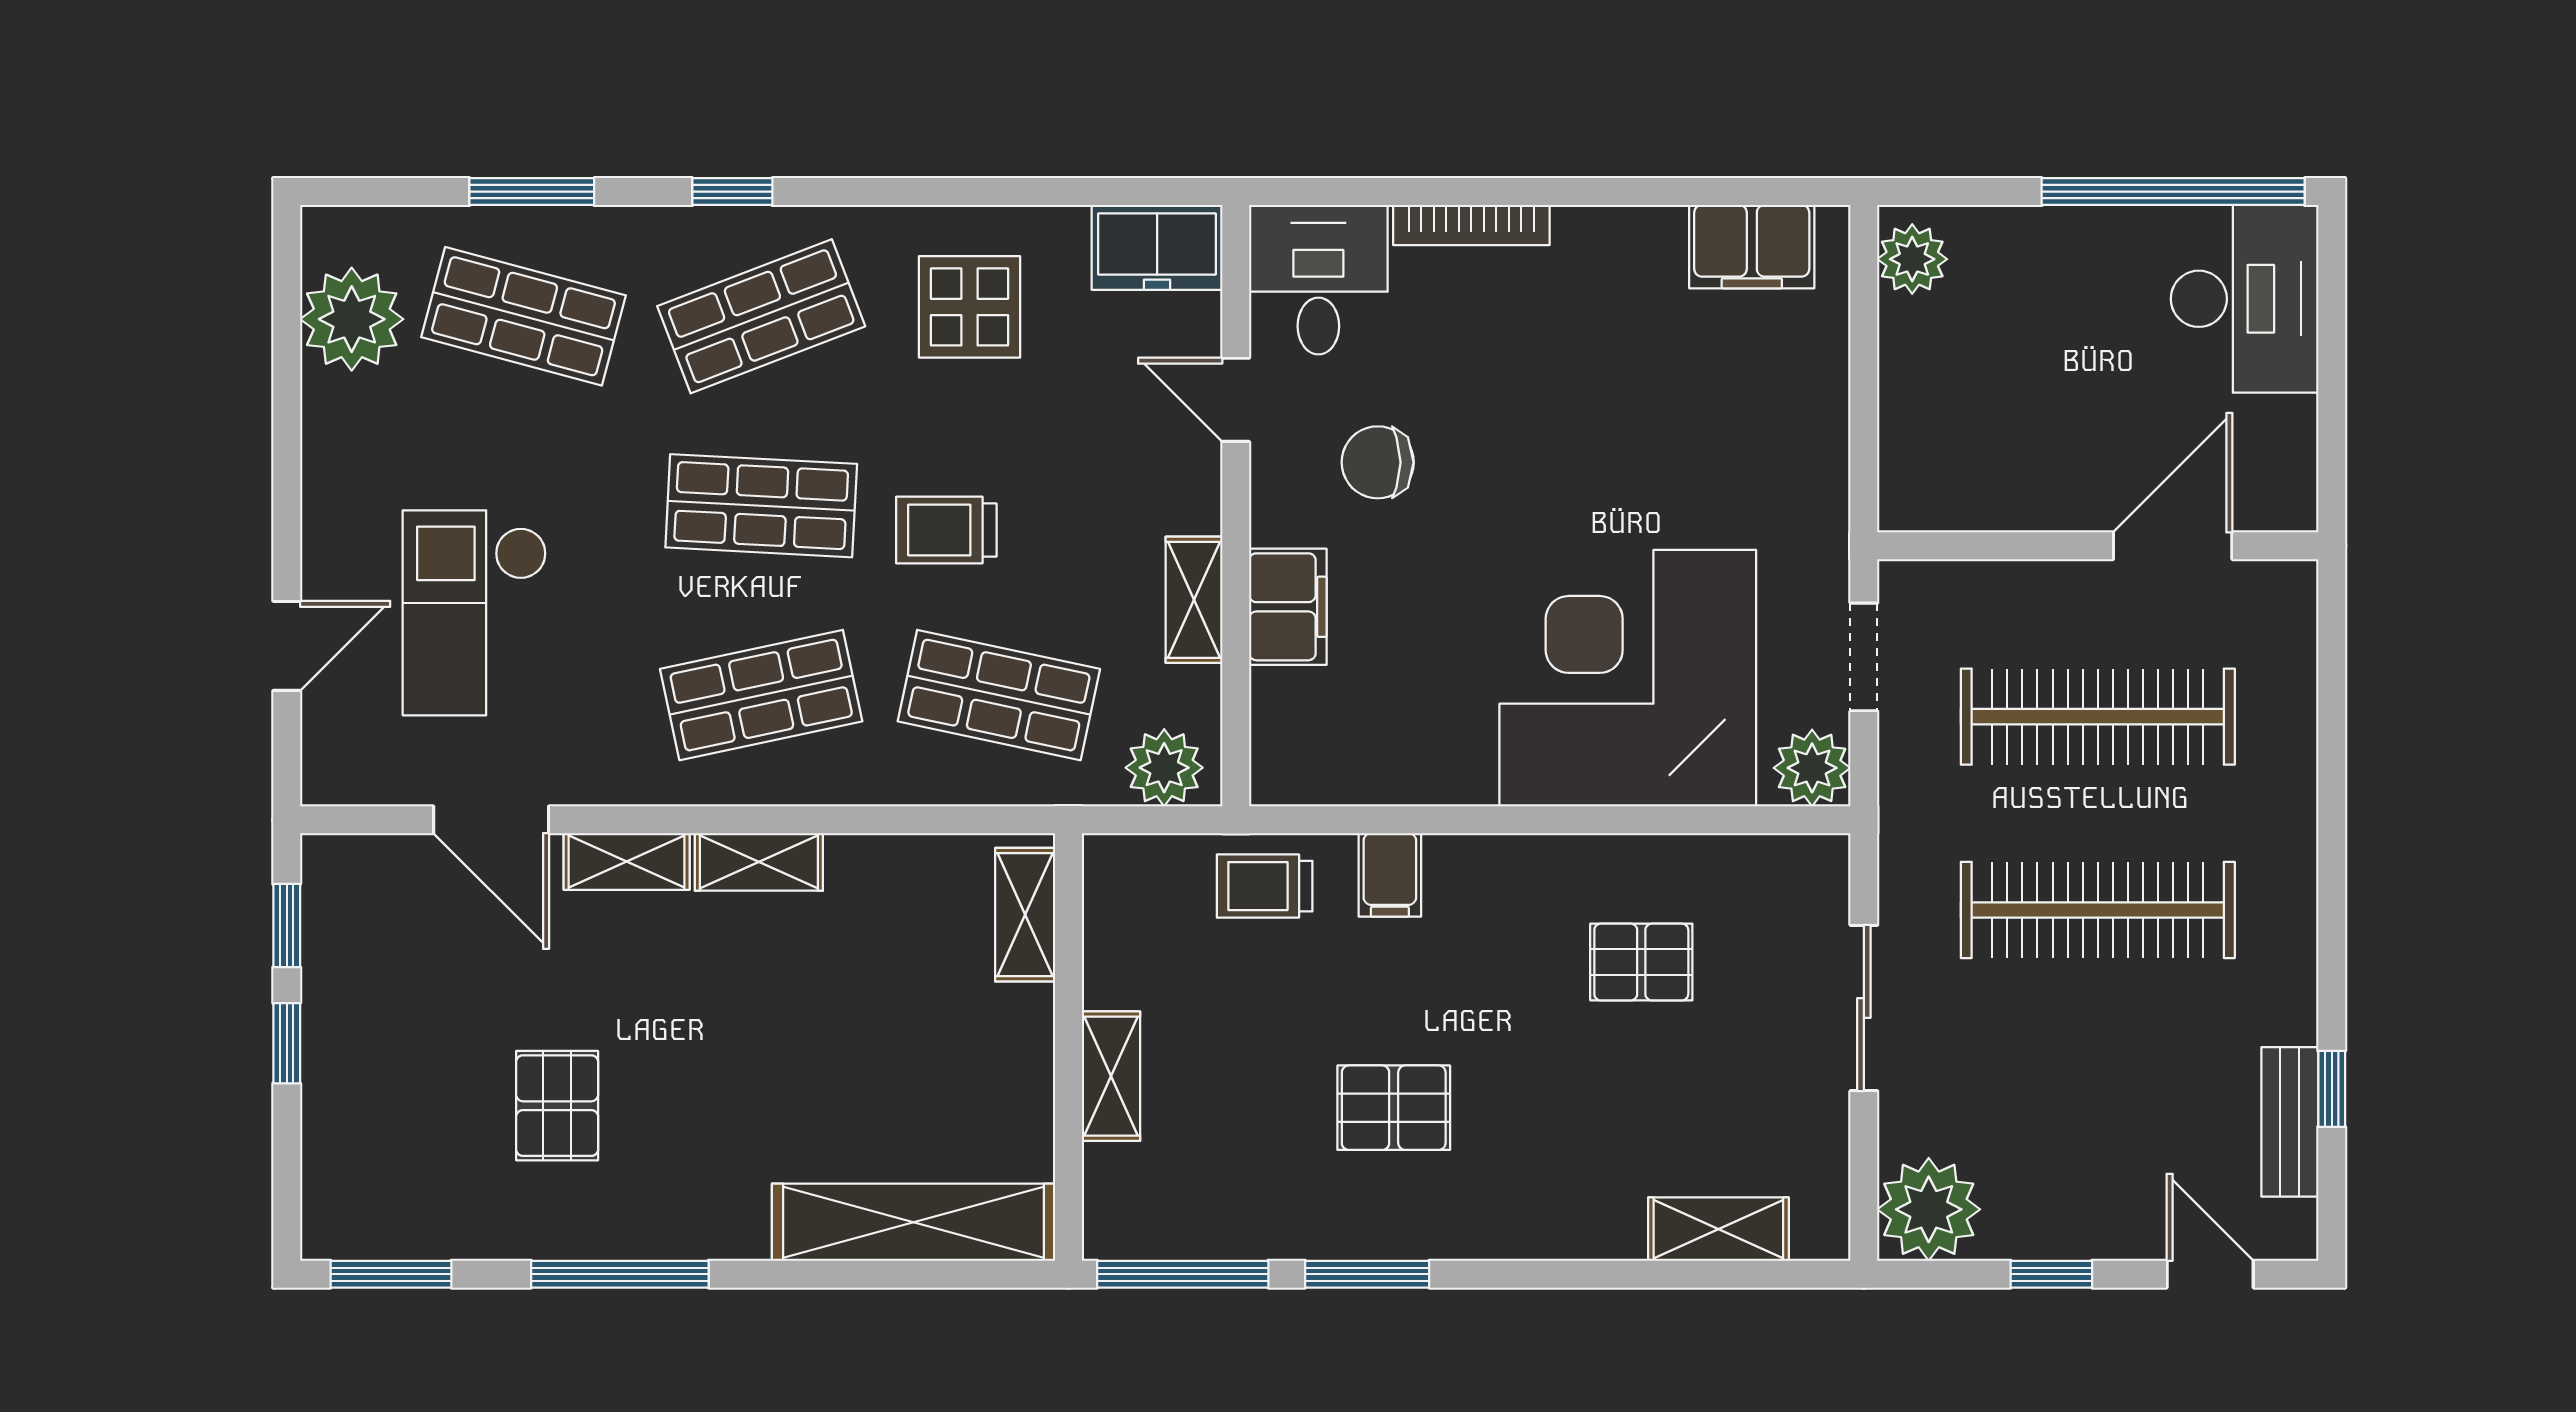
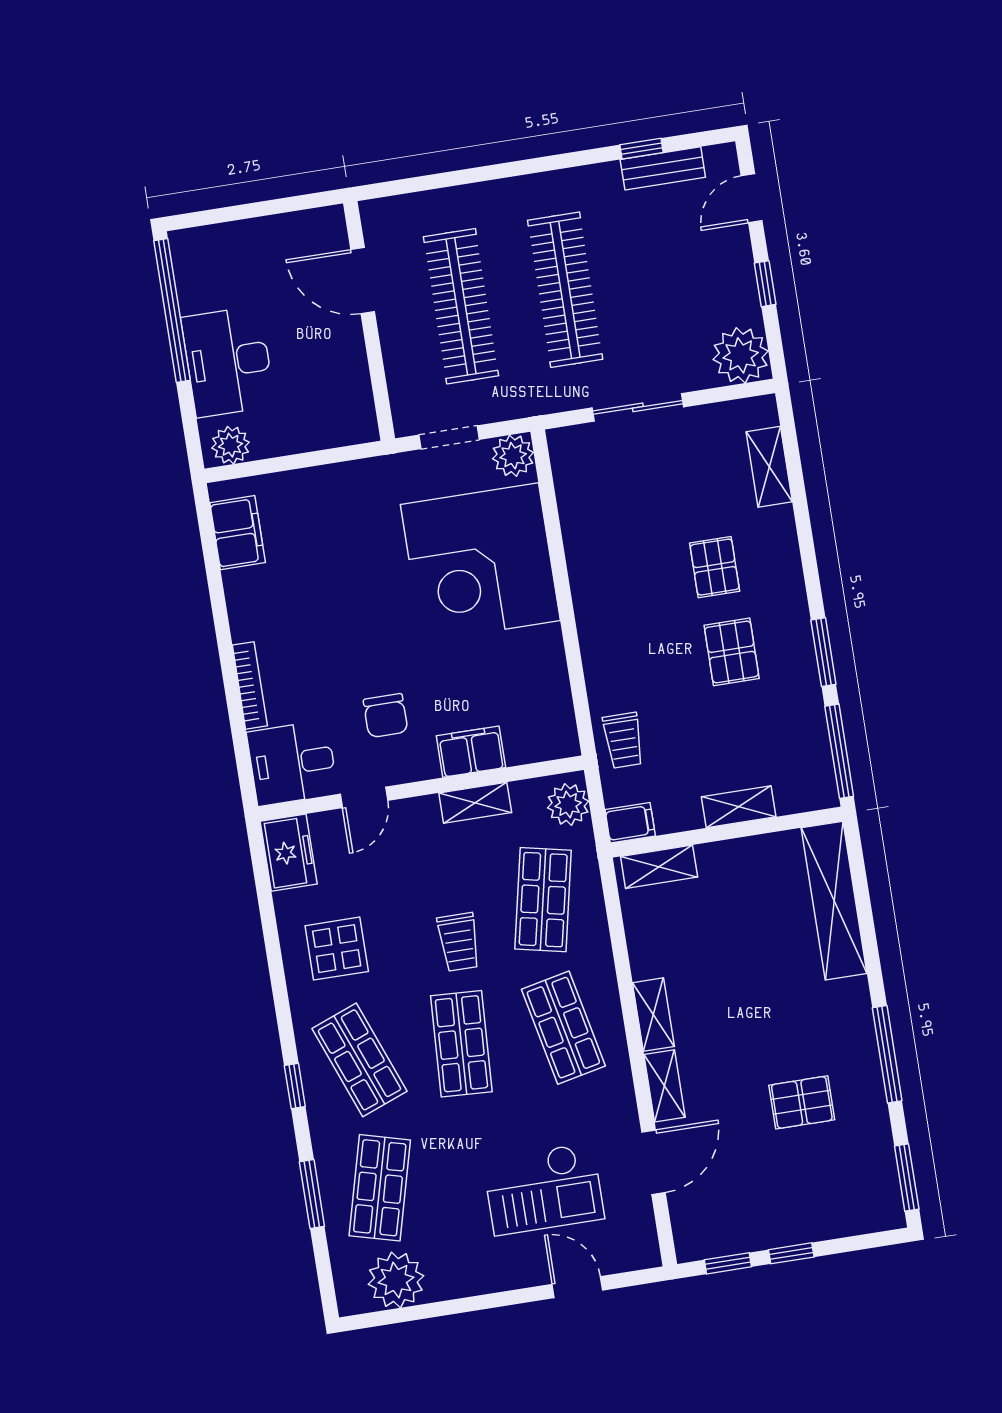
desk: (2245, 299) -> (228, 362), moved, turned -90
filing cabinet: (1390, 875) -> (630, 823), moved
pallet: (1641, 962) -> (715, 567), moved

